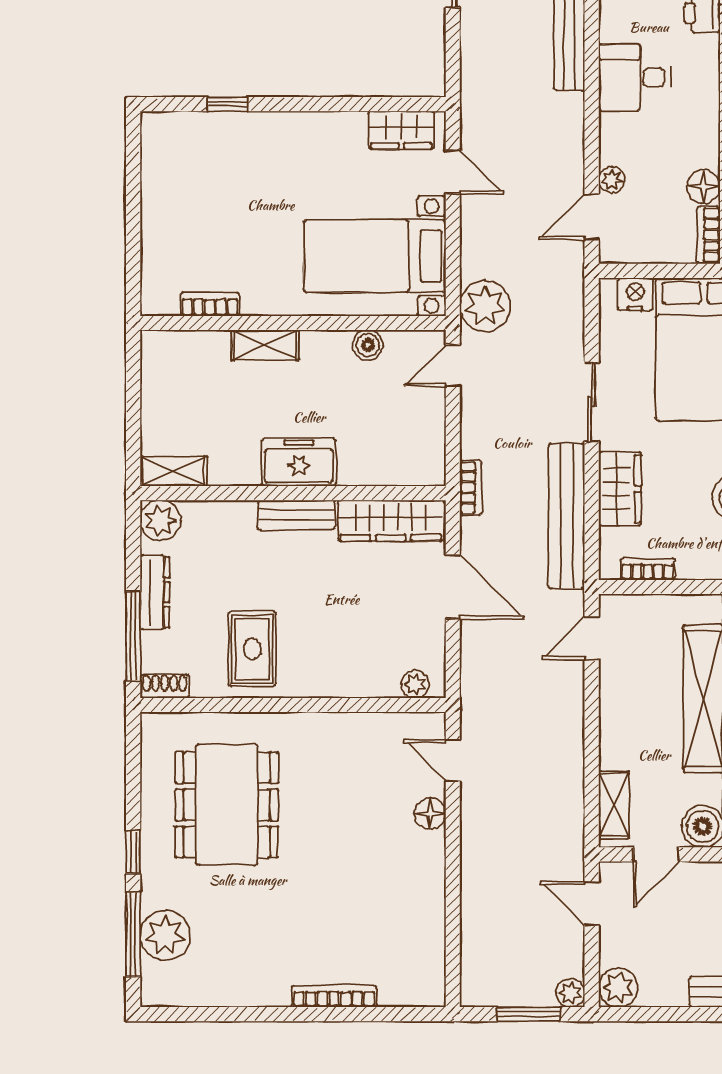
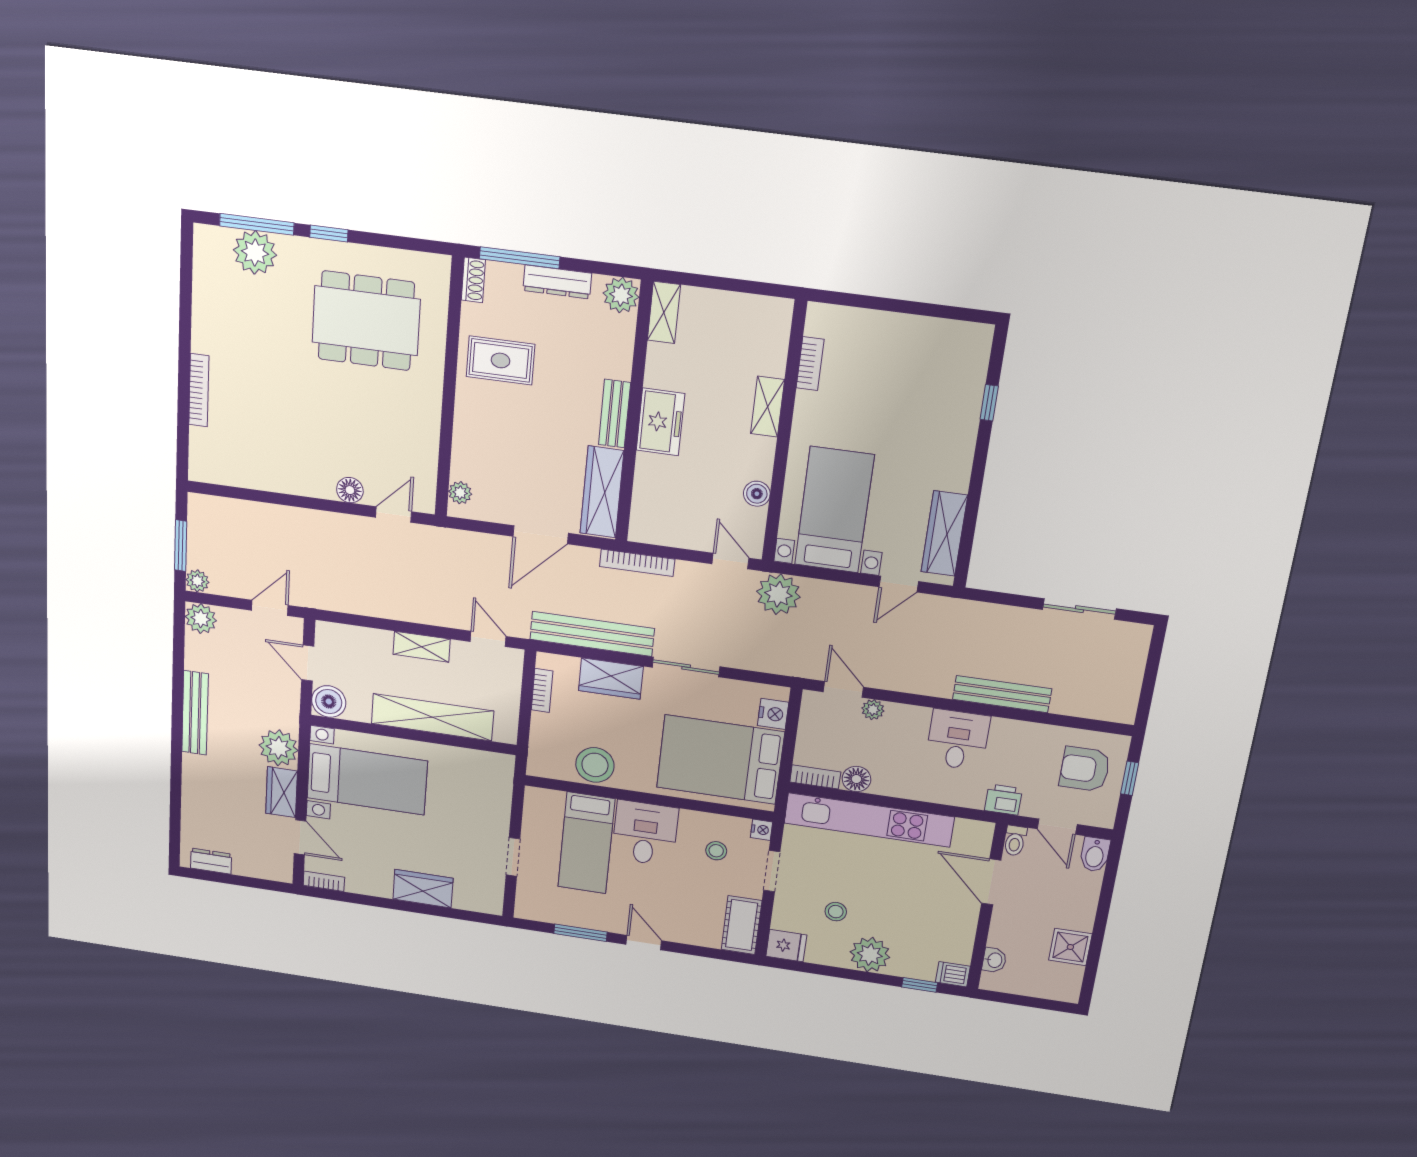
wardrobe: (401, 130) -> (944, 534), width x1.50
bookcase: (471, 488) -> (637, 563), width x1.56
shelving: (614, 805) -> (422, 647), moved

